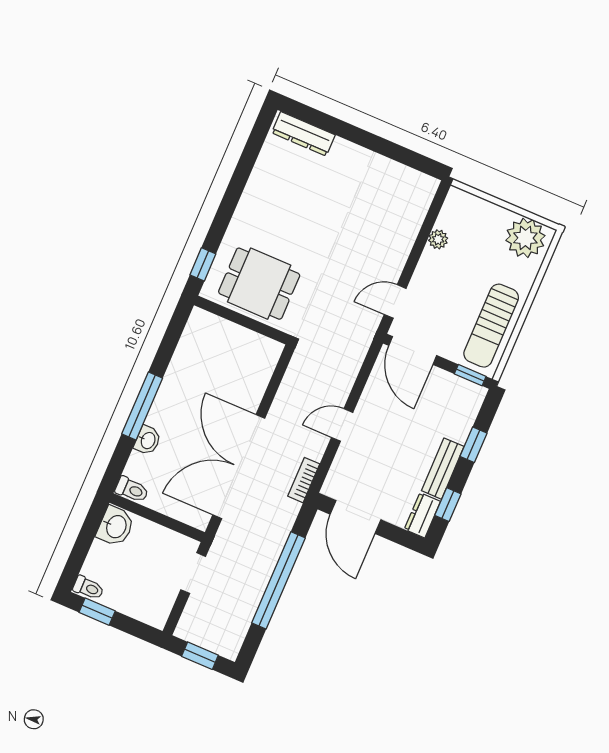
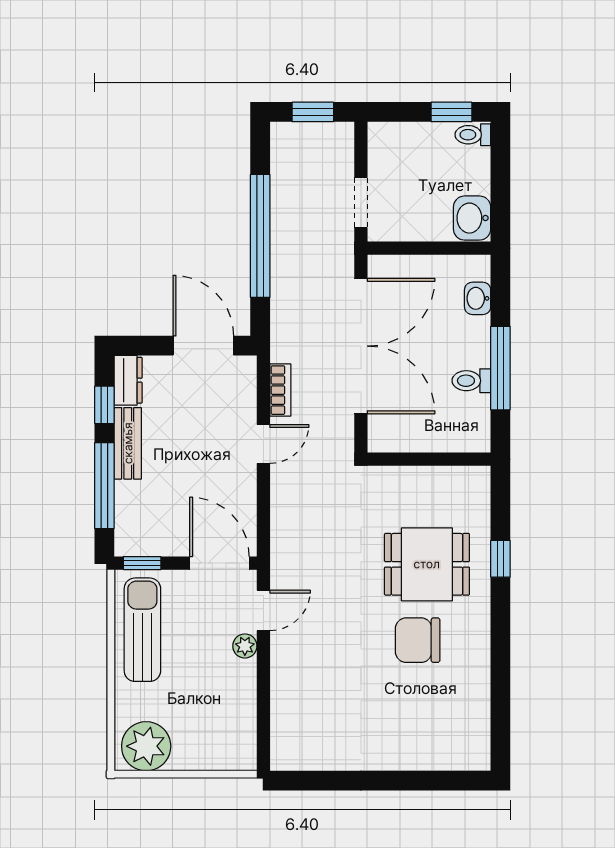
dresser: (303, 134) -> (450, 756), removed
chair: (290, 230) -> (418, 640), added
plant: (438, 239) -> (245, 646), moved
wall: (242, 320) -> (429, 459), moved
washbasin: (148, 440) -> (478, 298), moved
window: (474, 445) -> (104, 486), width x2.17
bookcase: (304, 480) -> (280, 390), moved
toilet: (132, 490) -> (471, 381), moved

